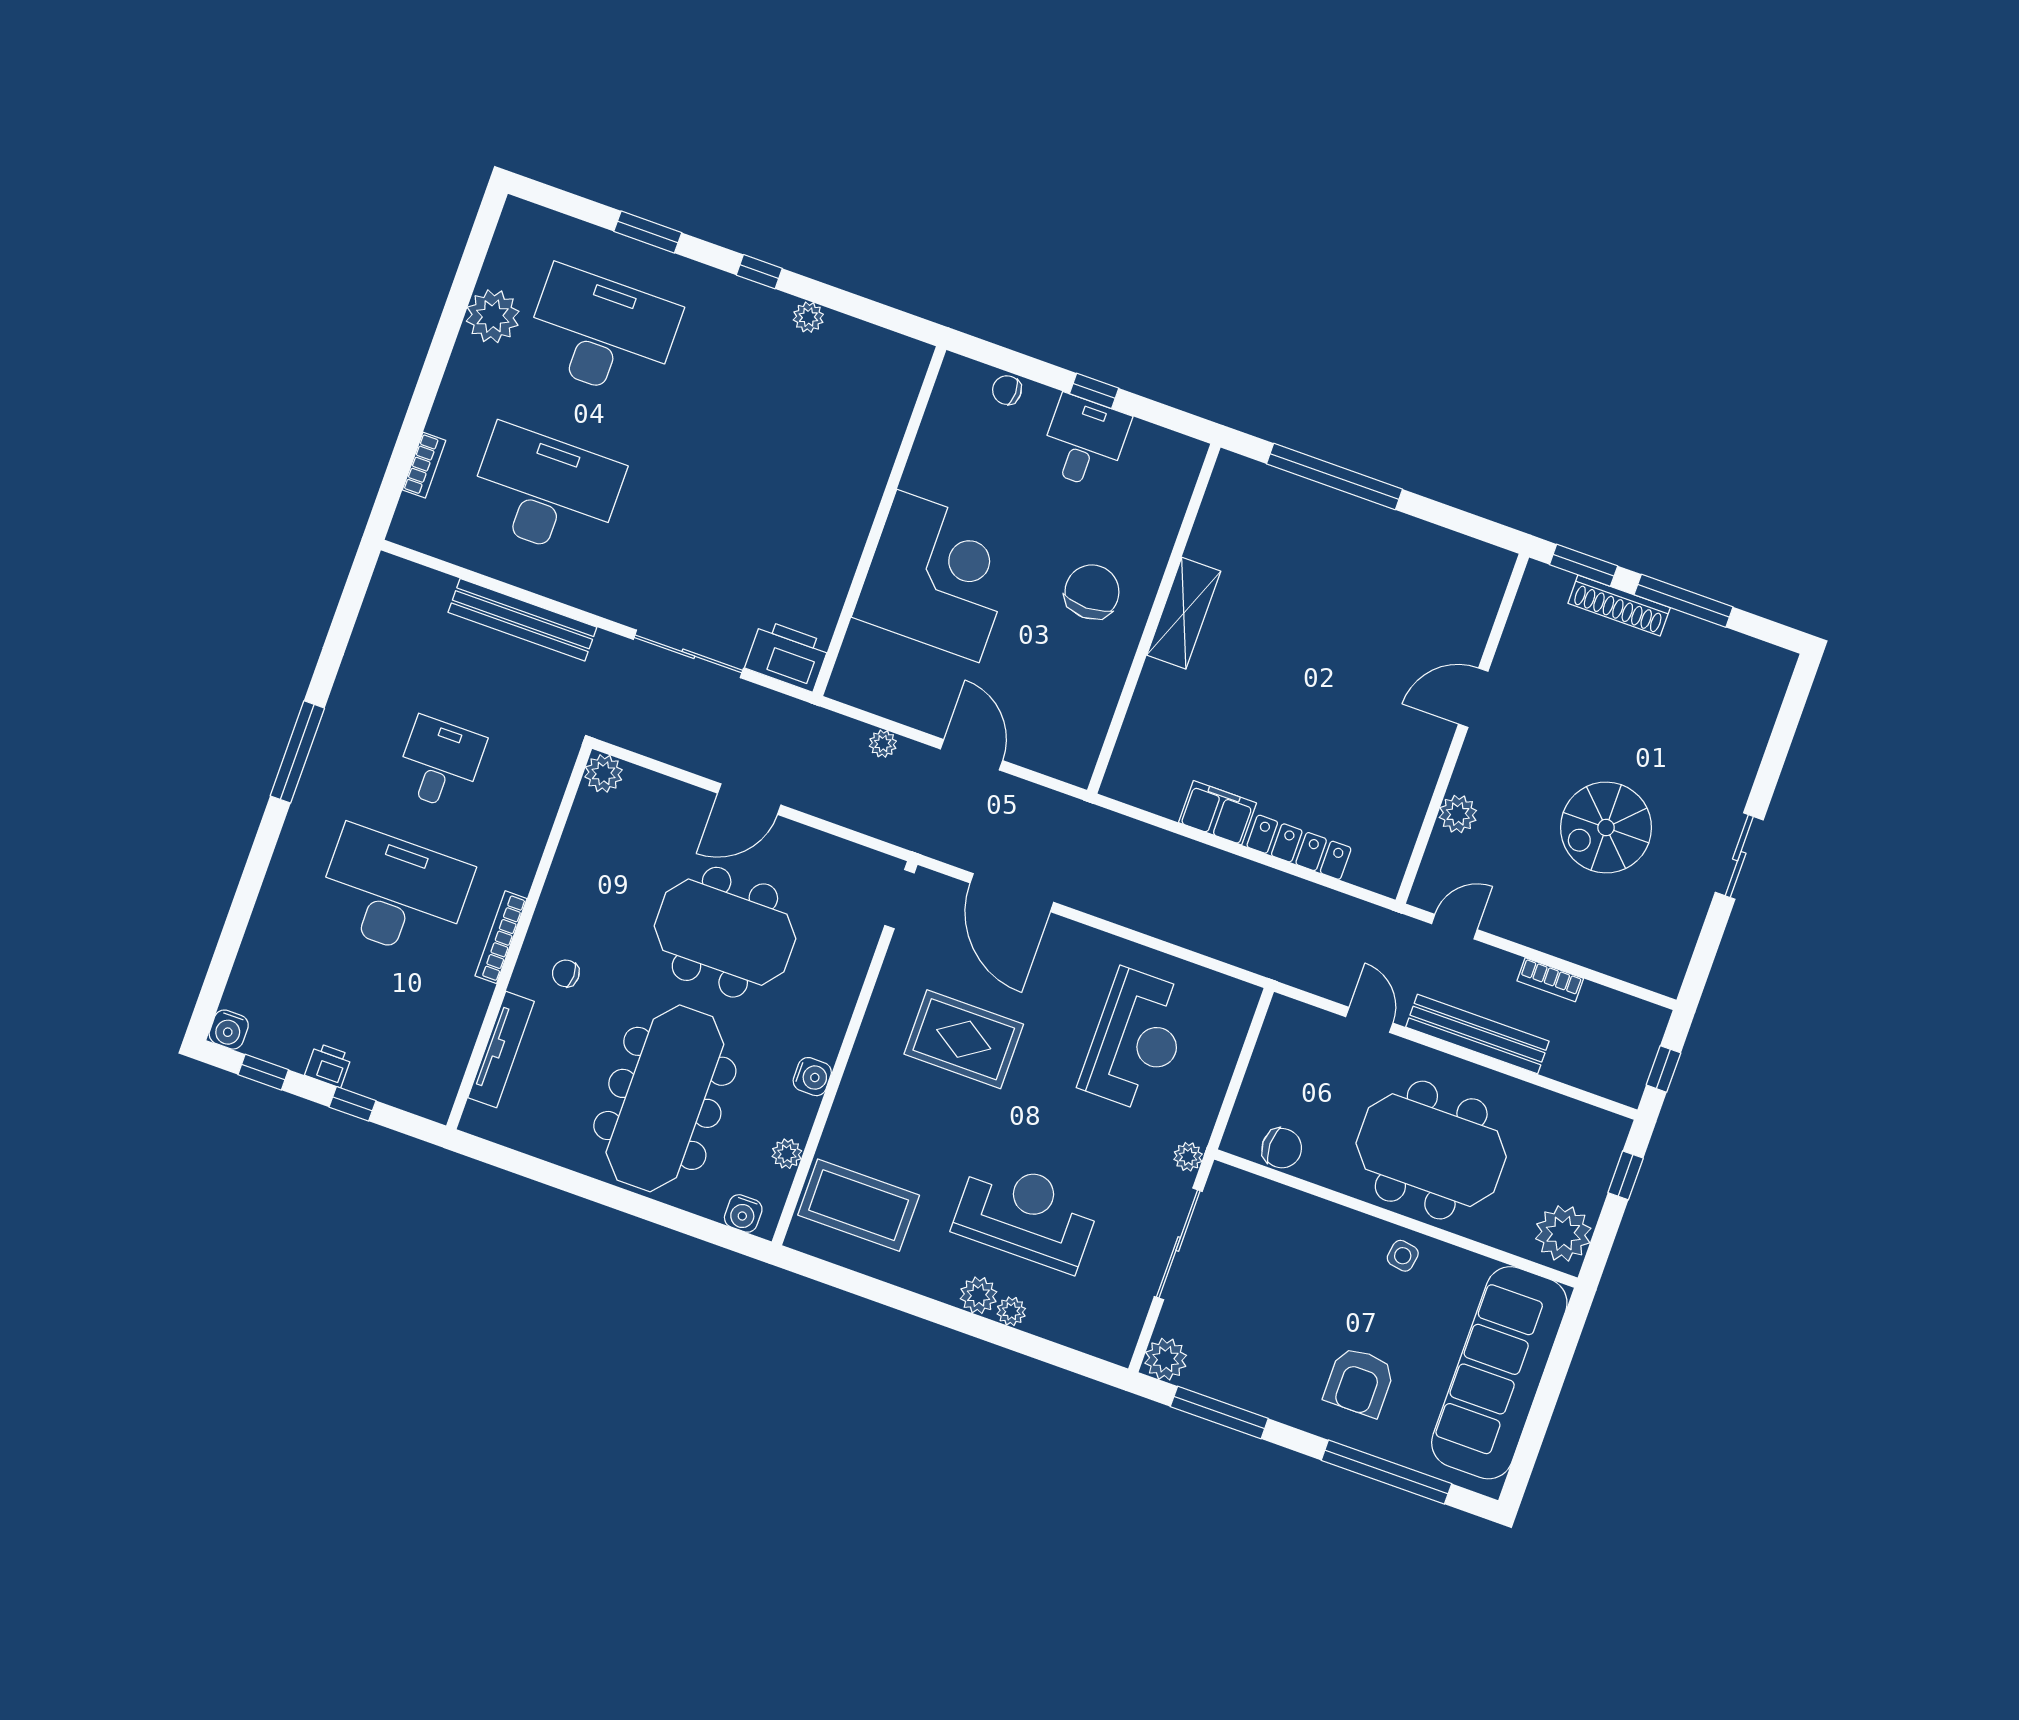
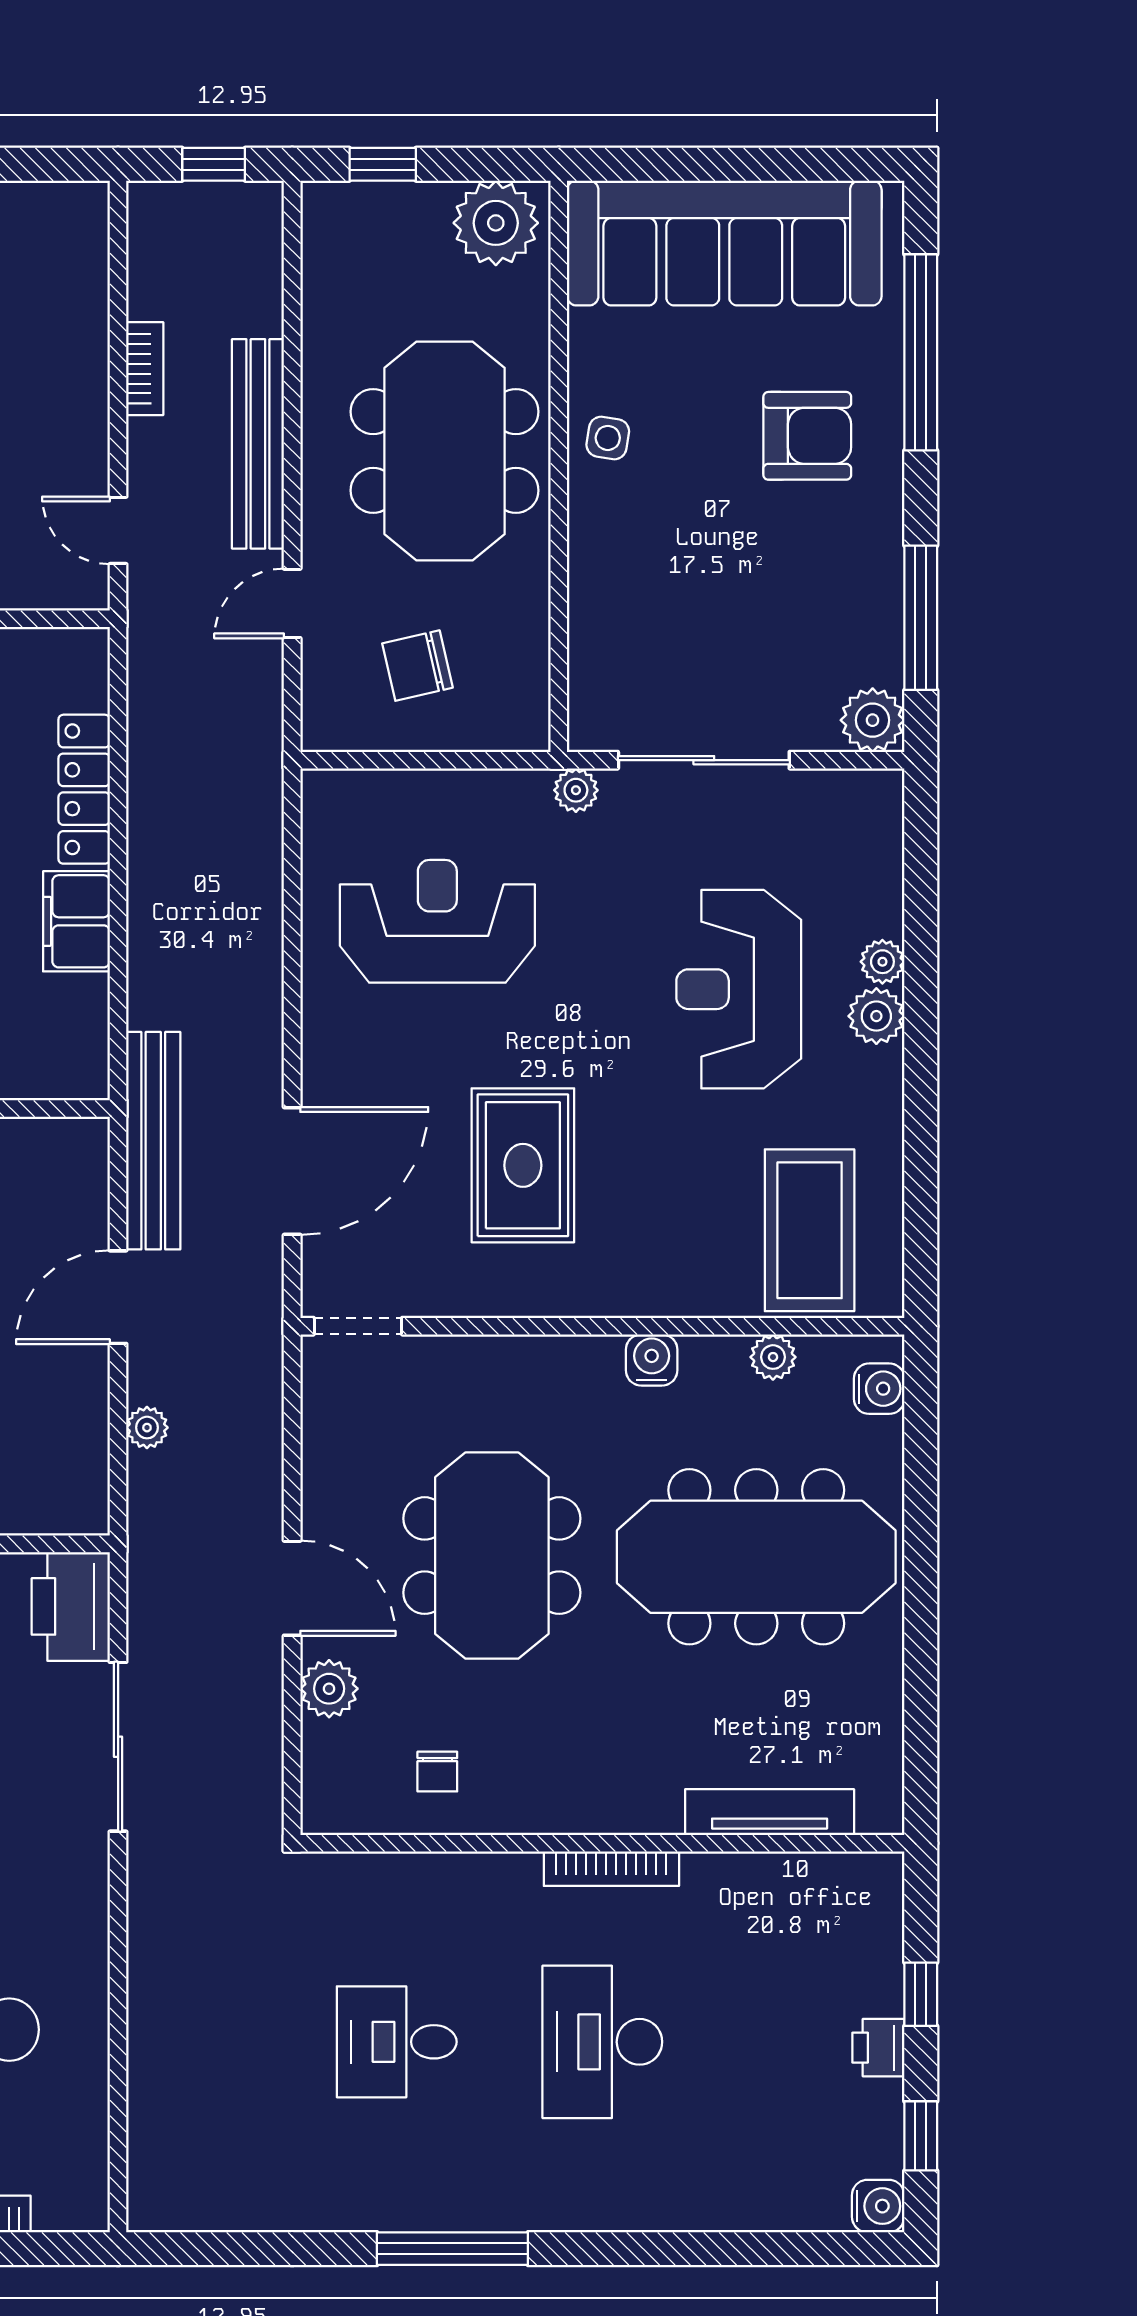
bench: (522, 620) -> (153, 1141), moved
plant: (604, 773) -> (329, 1689), moved
desk: (394, 893) -> (602, 2042), width x0.73, depth x0.77
chair: (566, 973) -> (437, 1772), moved
chair: (1282, 1148) -> (417, 666), moved, turned -103

